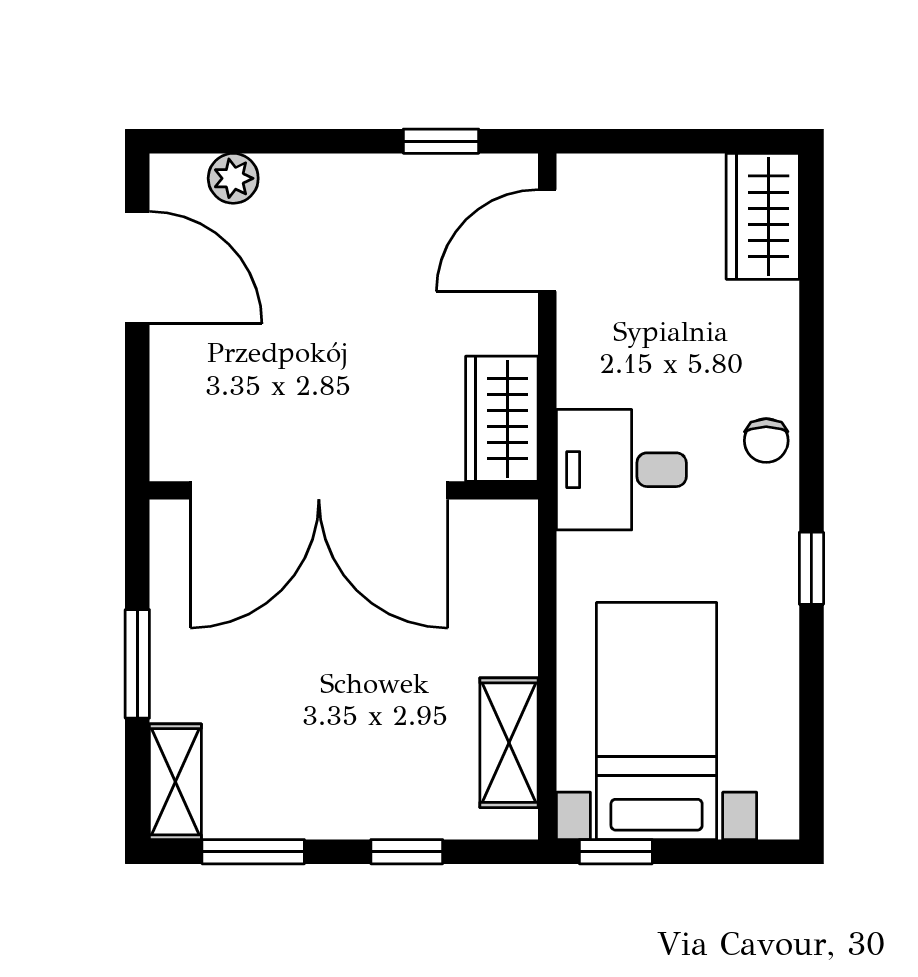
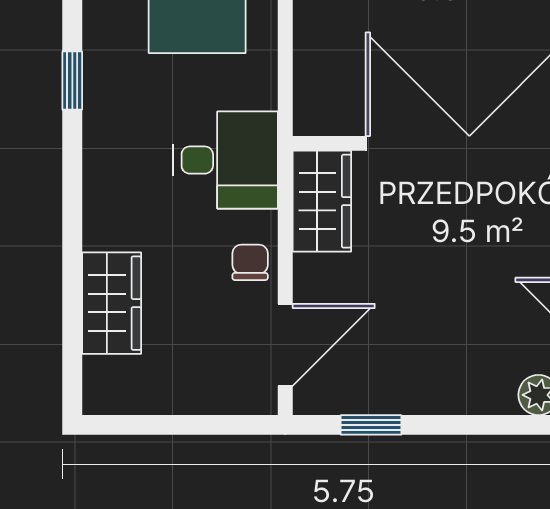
wardrobe: (763, 216) -> (112, 303), moved
chair: (766, 441) -> (250, 262), moved

